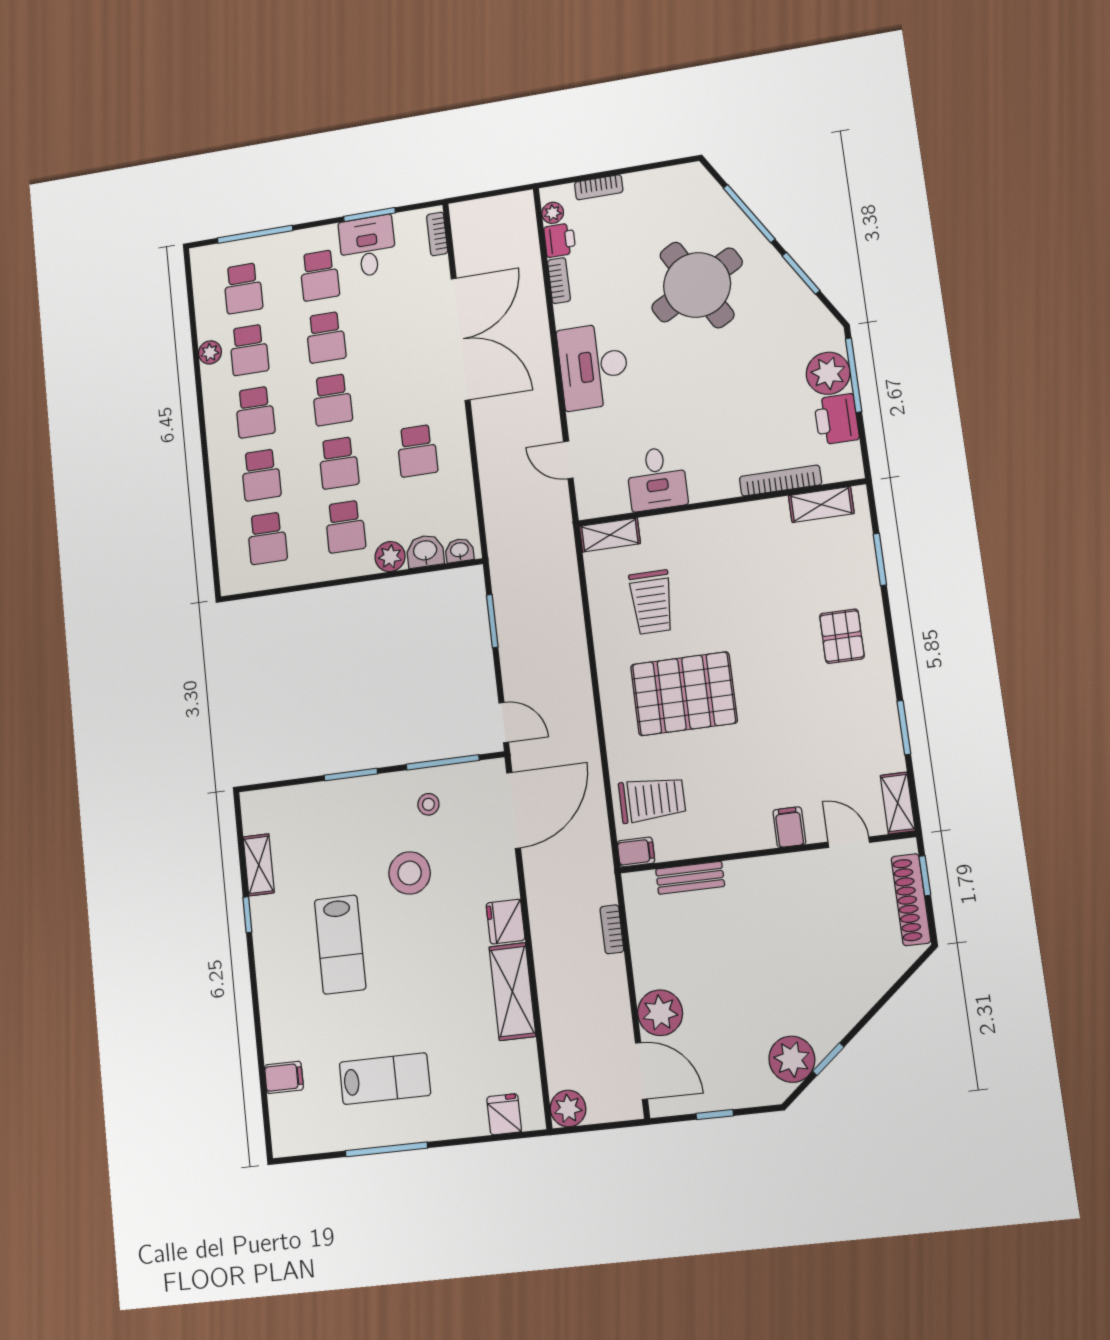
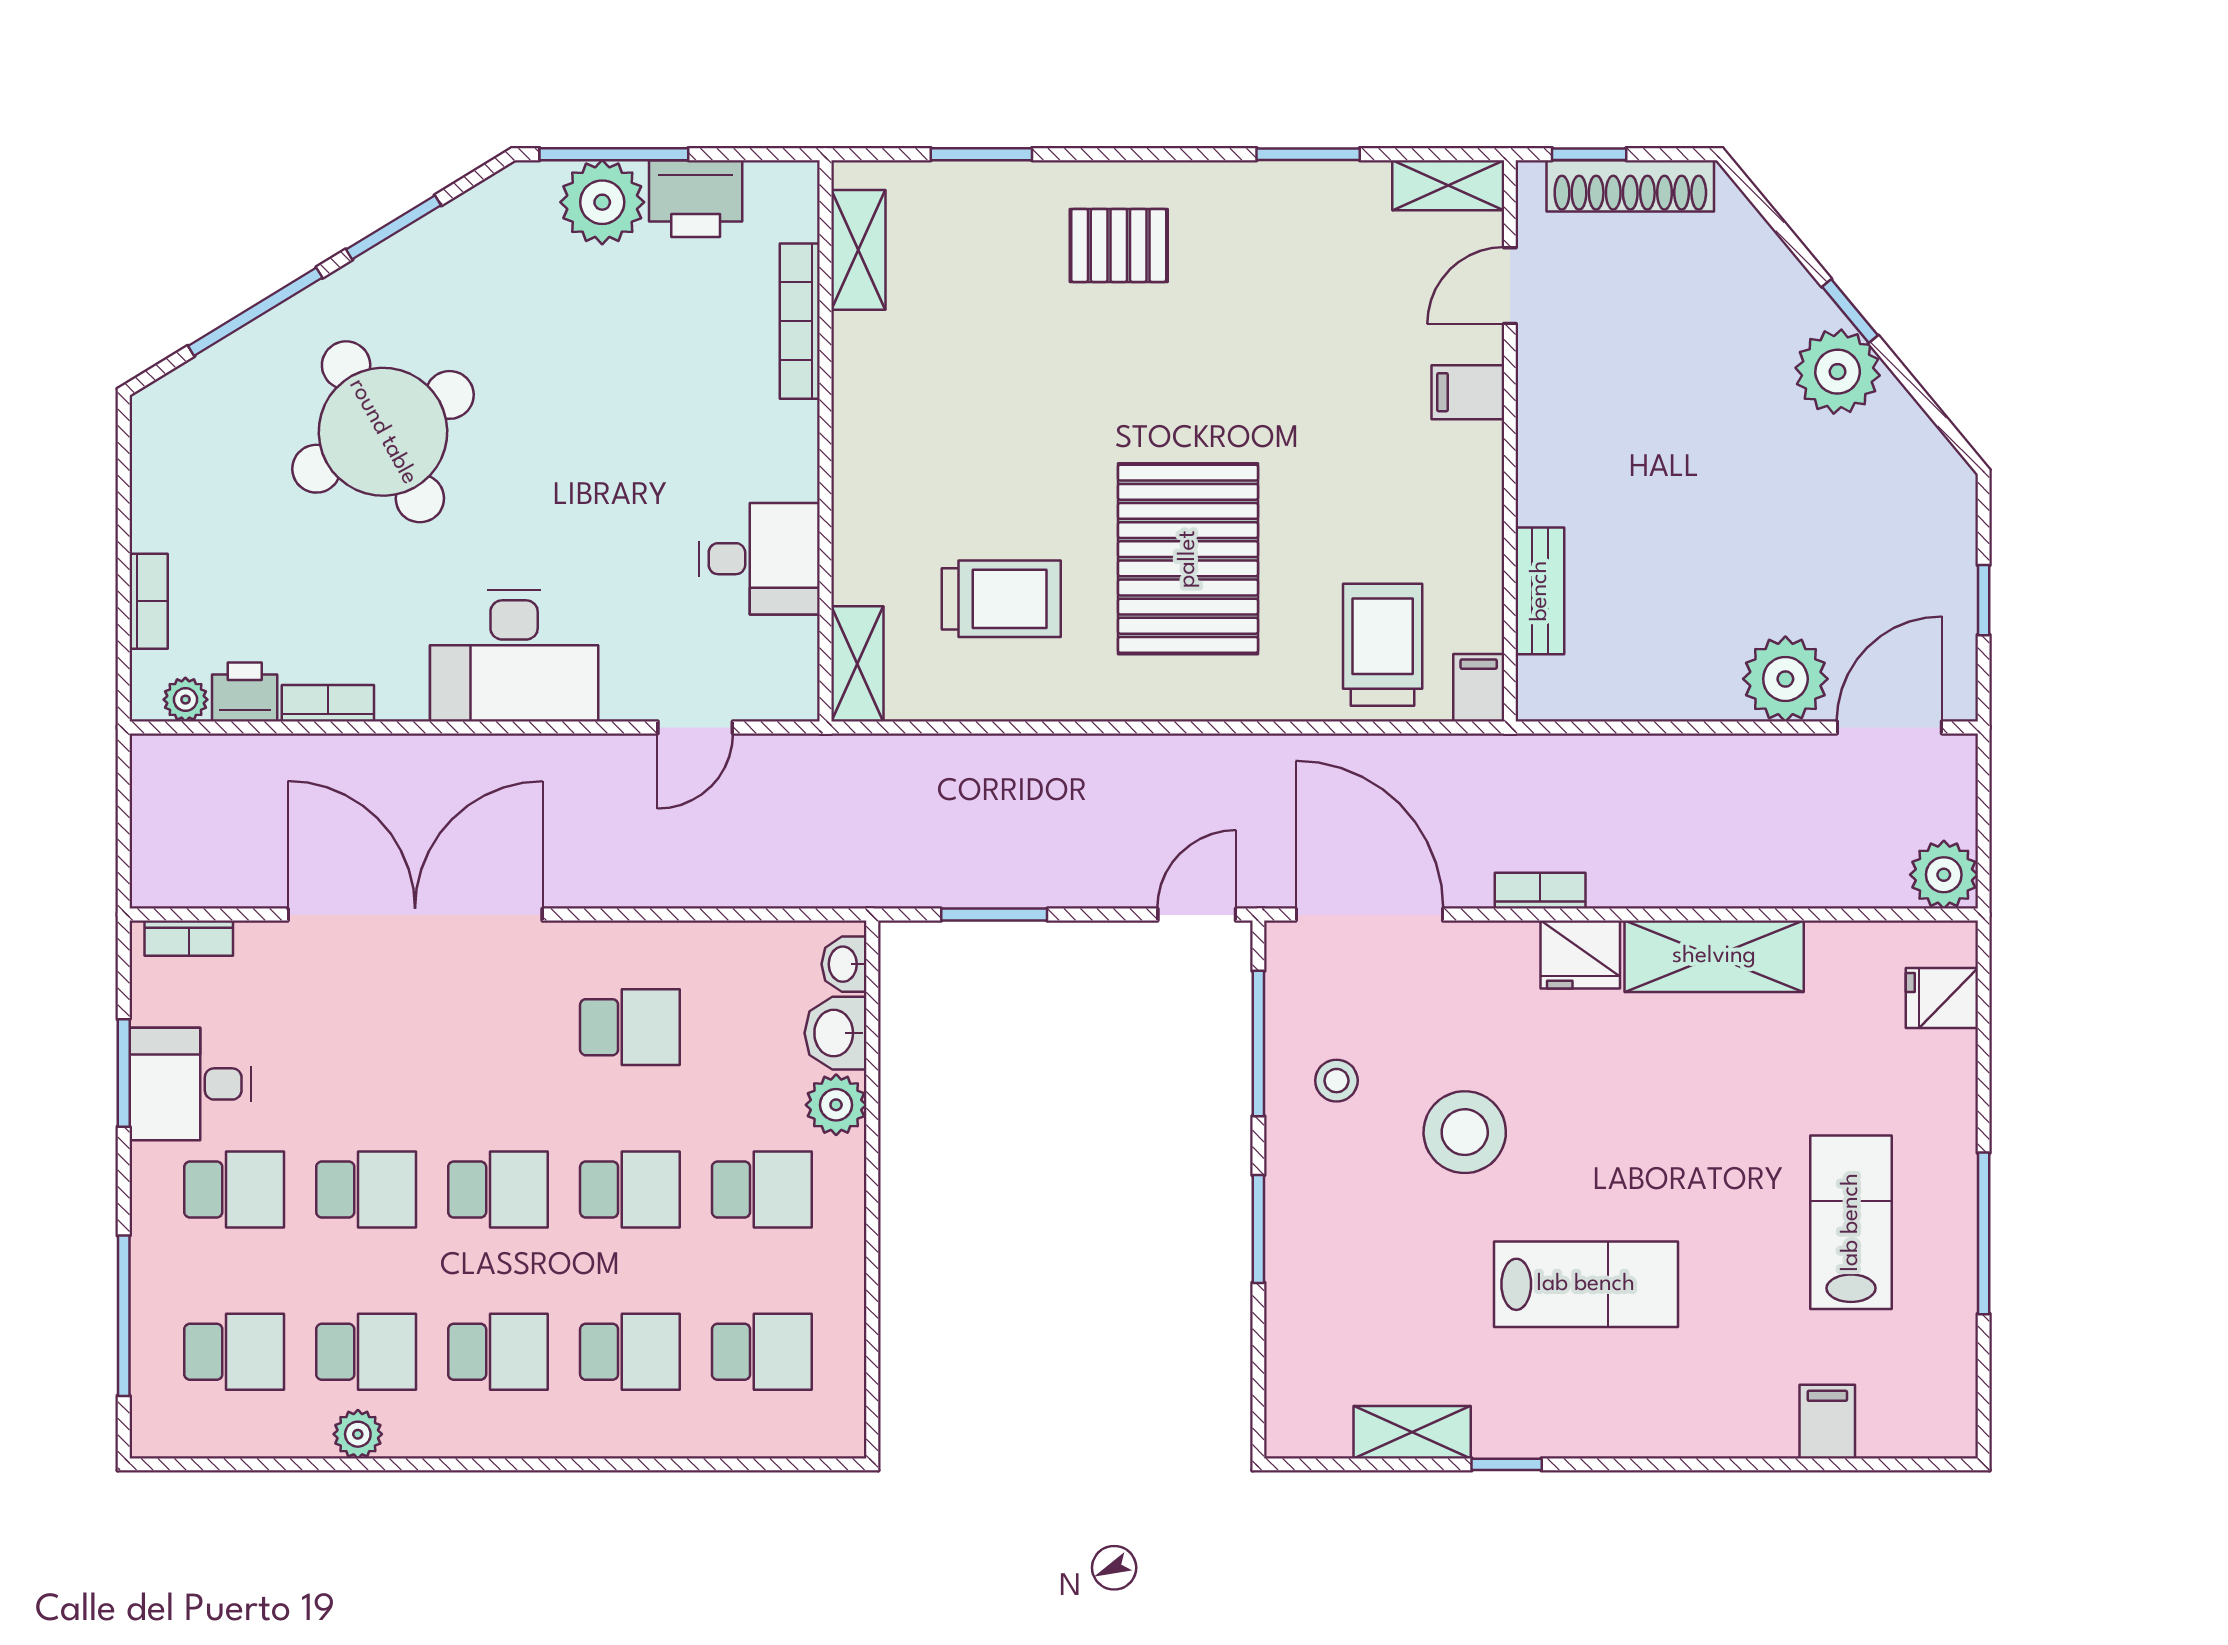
bookcase: (612, 929) -> (1540, 891), moved, turned 180
plant: (792, 1059) -> (1838, 372), moved
window: (828, 1059) -> (1850, 311), moved

